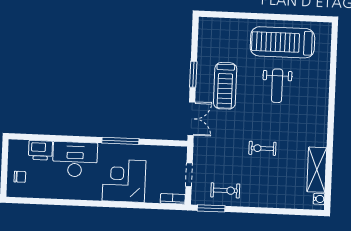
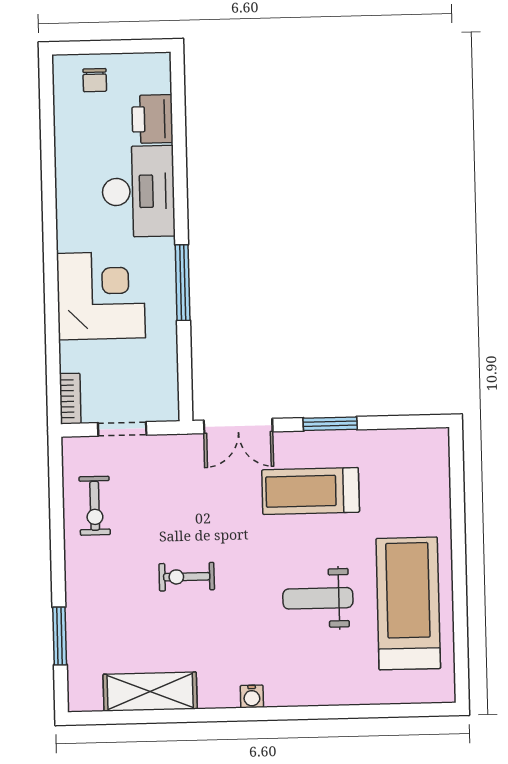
exercise bike: (262, 148) -> (187, 577), turned -90
water cooler: (319, 199) -> (252, 696), moved
window: (211, 208) -> (60, 636), moved

